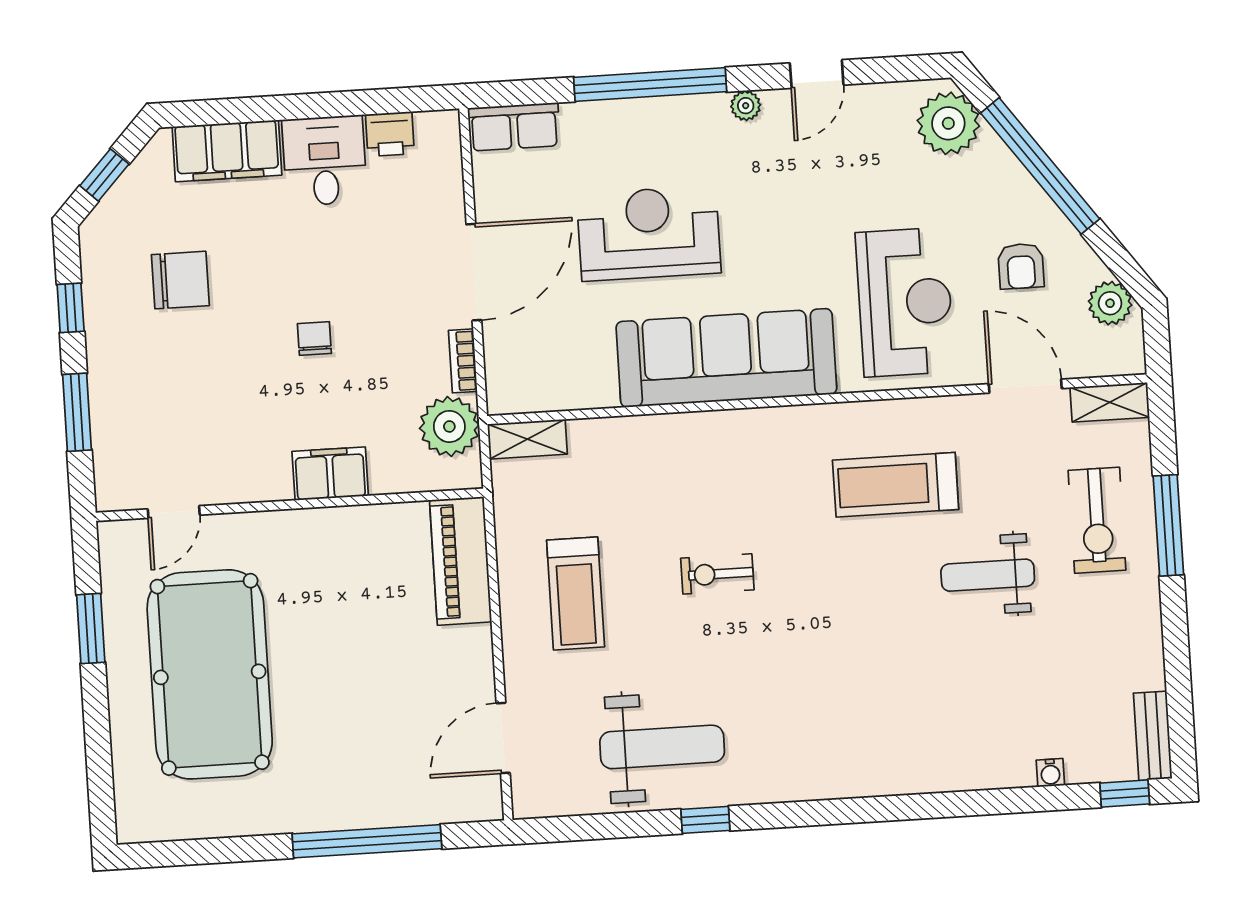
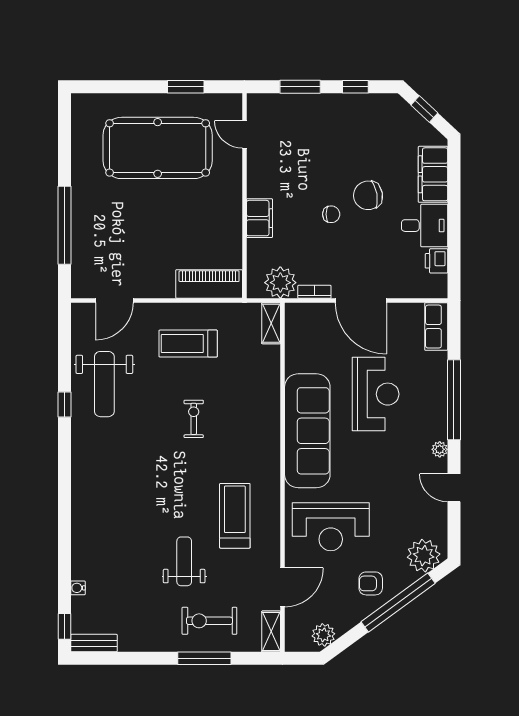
armchair: (1021, 266) -> (371, 583), moved
chair: (180, 280) -> (368, 195), moved, turned 80
door: (503, 738) -> (114, 301), swing flipped

